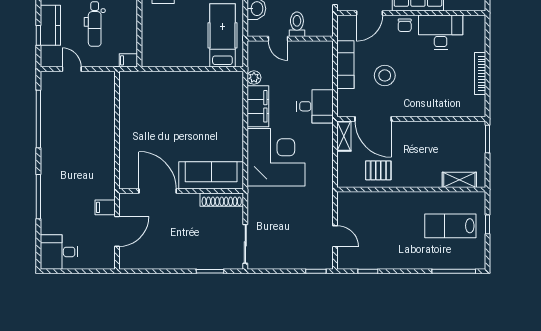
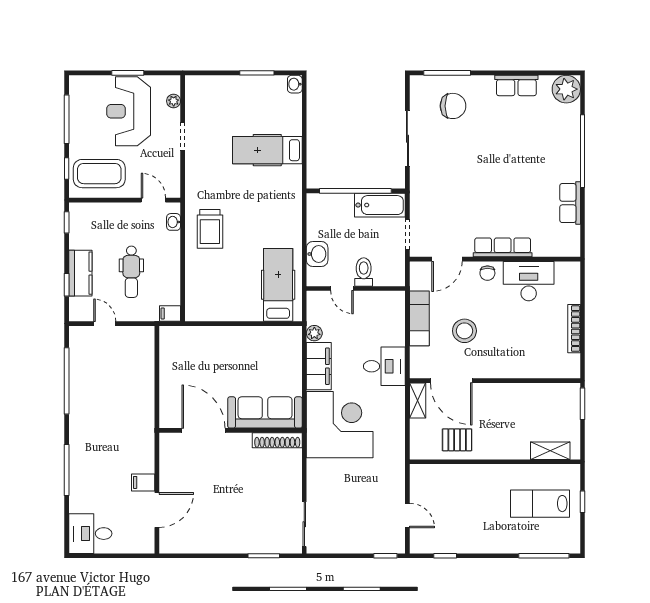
sofa: (211, 175) -> (265, 412), moved
door: (158, 191) -> (204, 430), moved
wall: (181, 191) -> (231, 430), moved
shoe rack: (222, 200) -> (277, 440), moved

